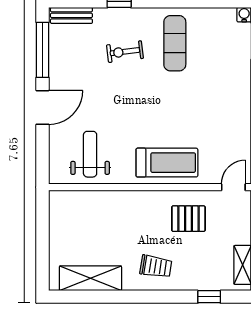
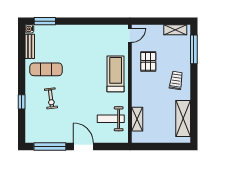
bench: (71, 15) -> (30, 46), moved
door: (233, 187) -> (130, 35), swing flipped
shelving: (90, 200) -> (137, 119), added
window: (209, 297) -> (194, 49), width x2.17

